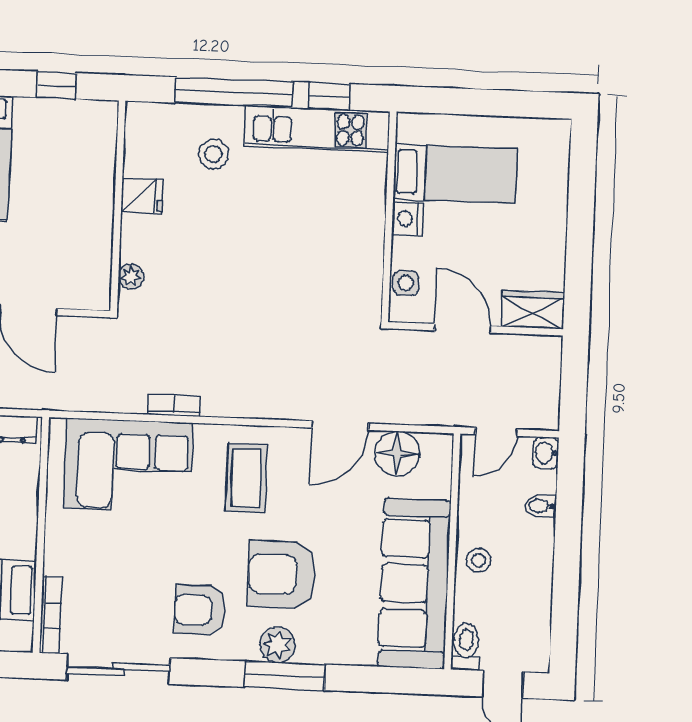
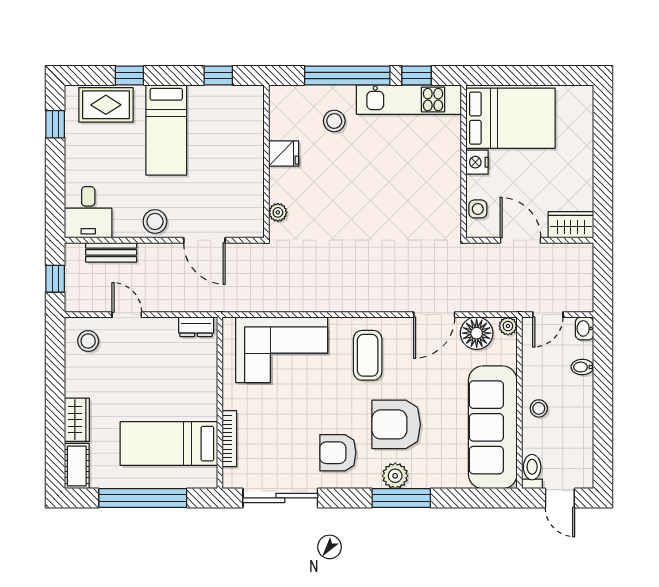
bed: (455, 174) -> (511, 118), width x1.50
bookcase: (174, 405) -> (313, 305), removed
plant: (441, 445) -> (508, 326), added
bookcase: (51, 615) -> (229, 439), moved

